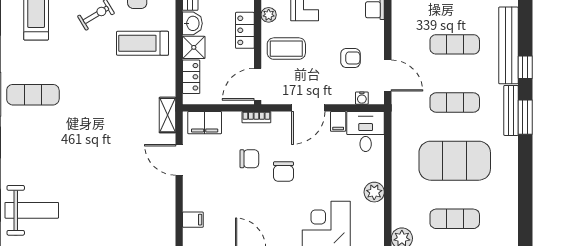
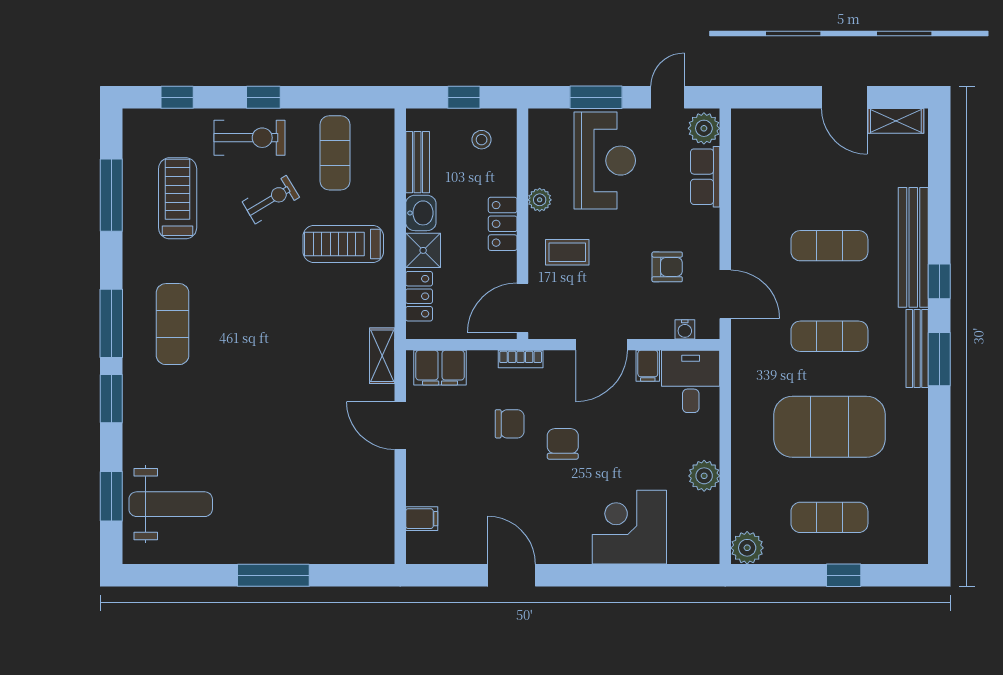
coffee table: (286, 49) -> (567, 252), width x0.73, depth x0.77
exercise mat: (33, 95) -> (173, 324), turned 90
chair: (283, 172) -> (563, 444), turned 180

